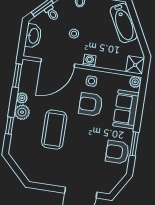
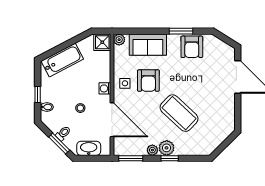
window: (9, 126) -> (170, 158), moved
coffee table: (54, 130) -> (179, 113), turned 43

